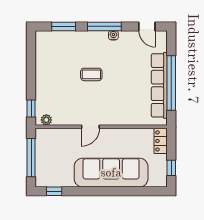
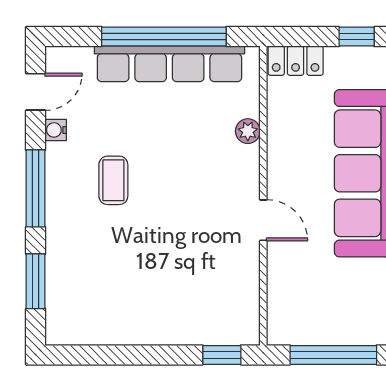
water cooler: (113, 35) -> (56, 130), moved
coffee table: (91, 74) -> (113, 180), moved
plant: (46, 120) -> (248, 131), moved

